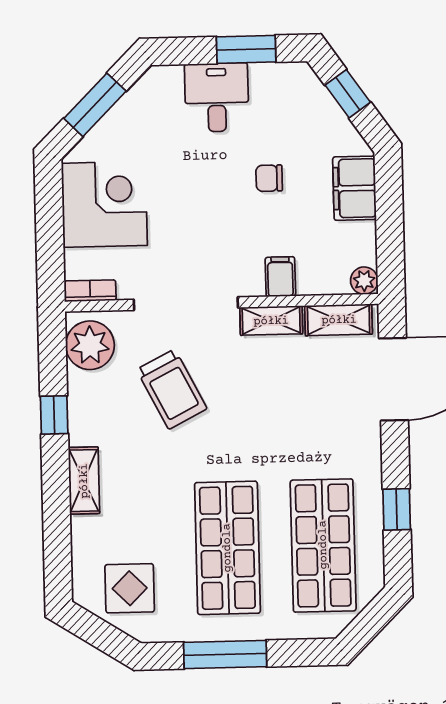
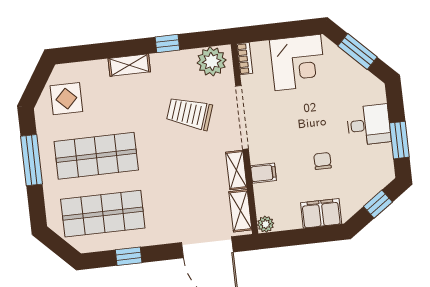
trolley: (172, 389) -> (189, 113), turned 46

